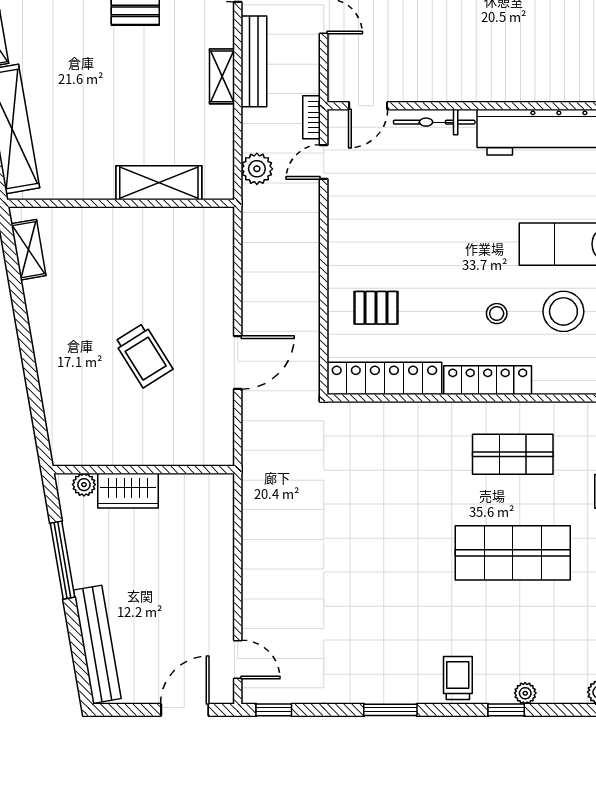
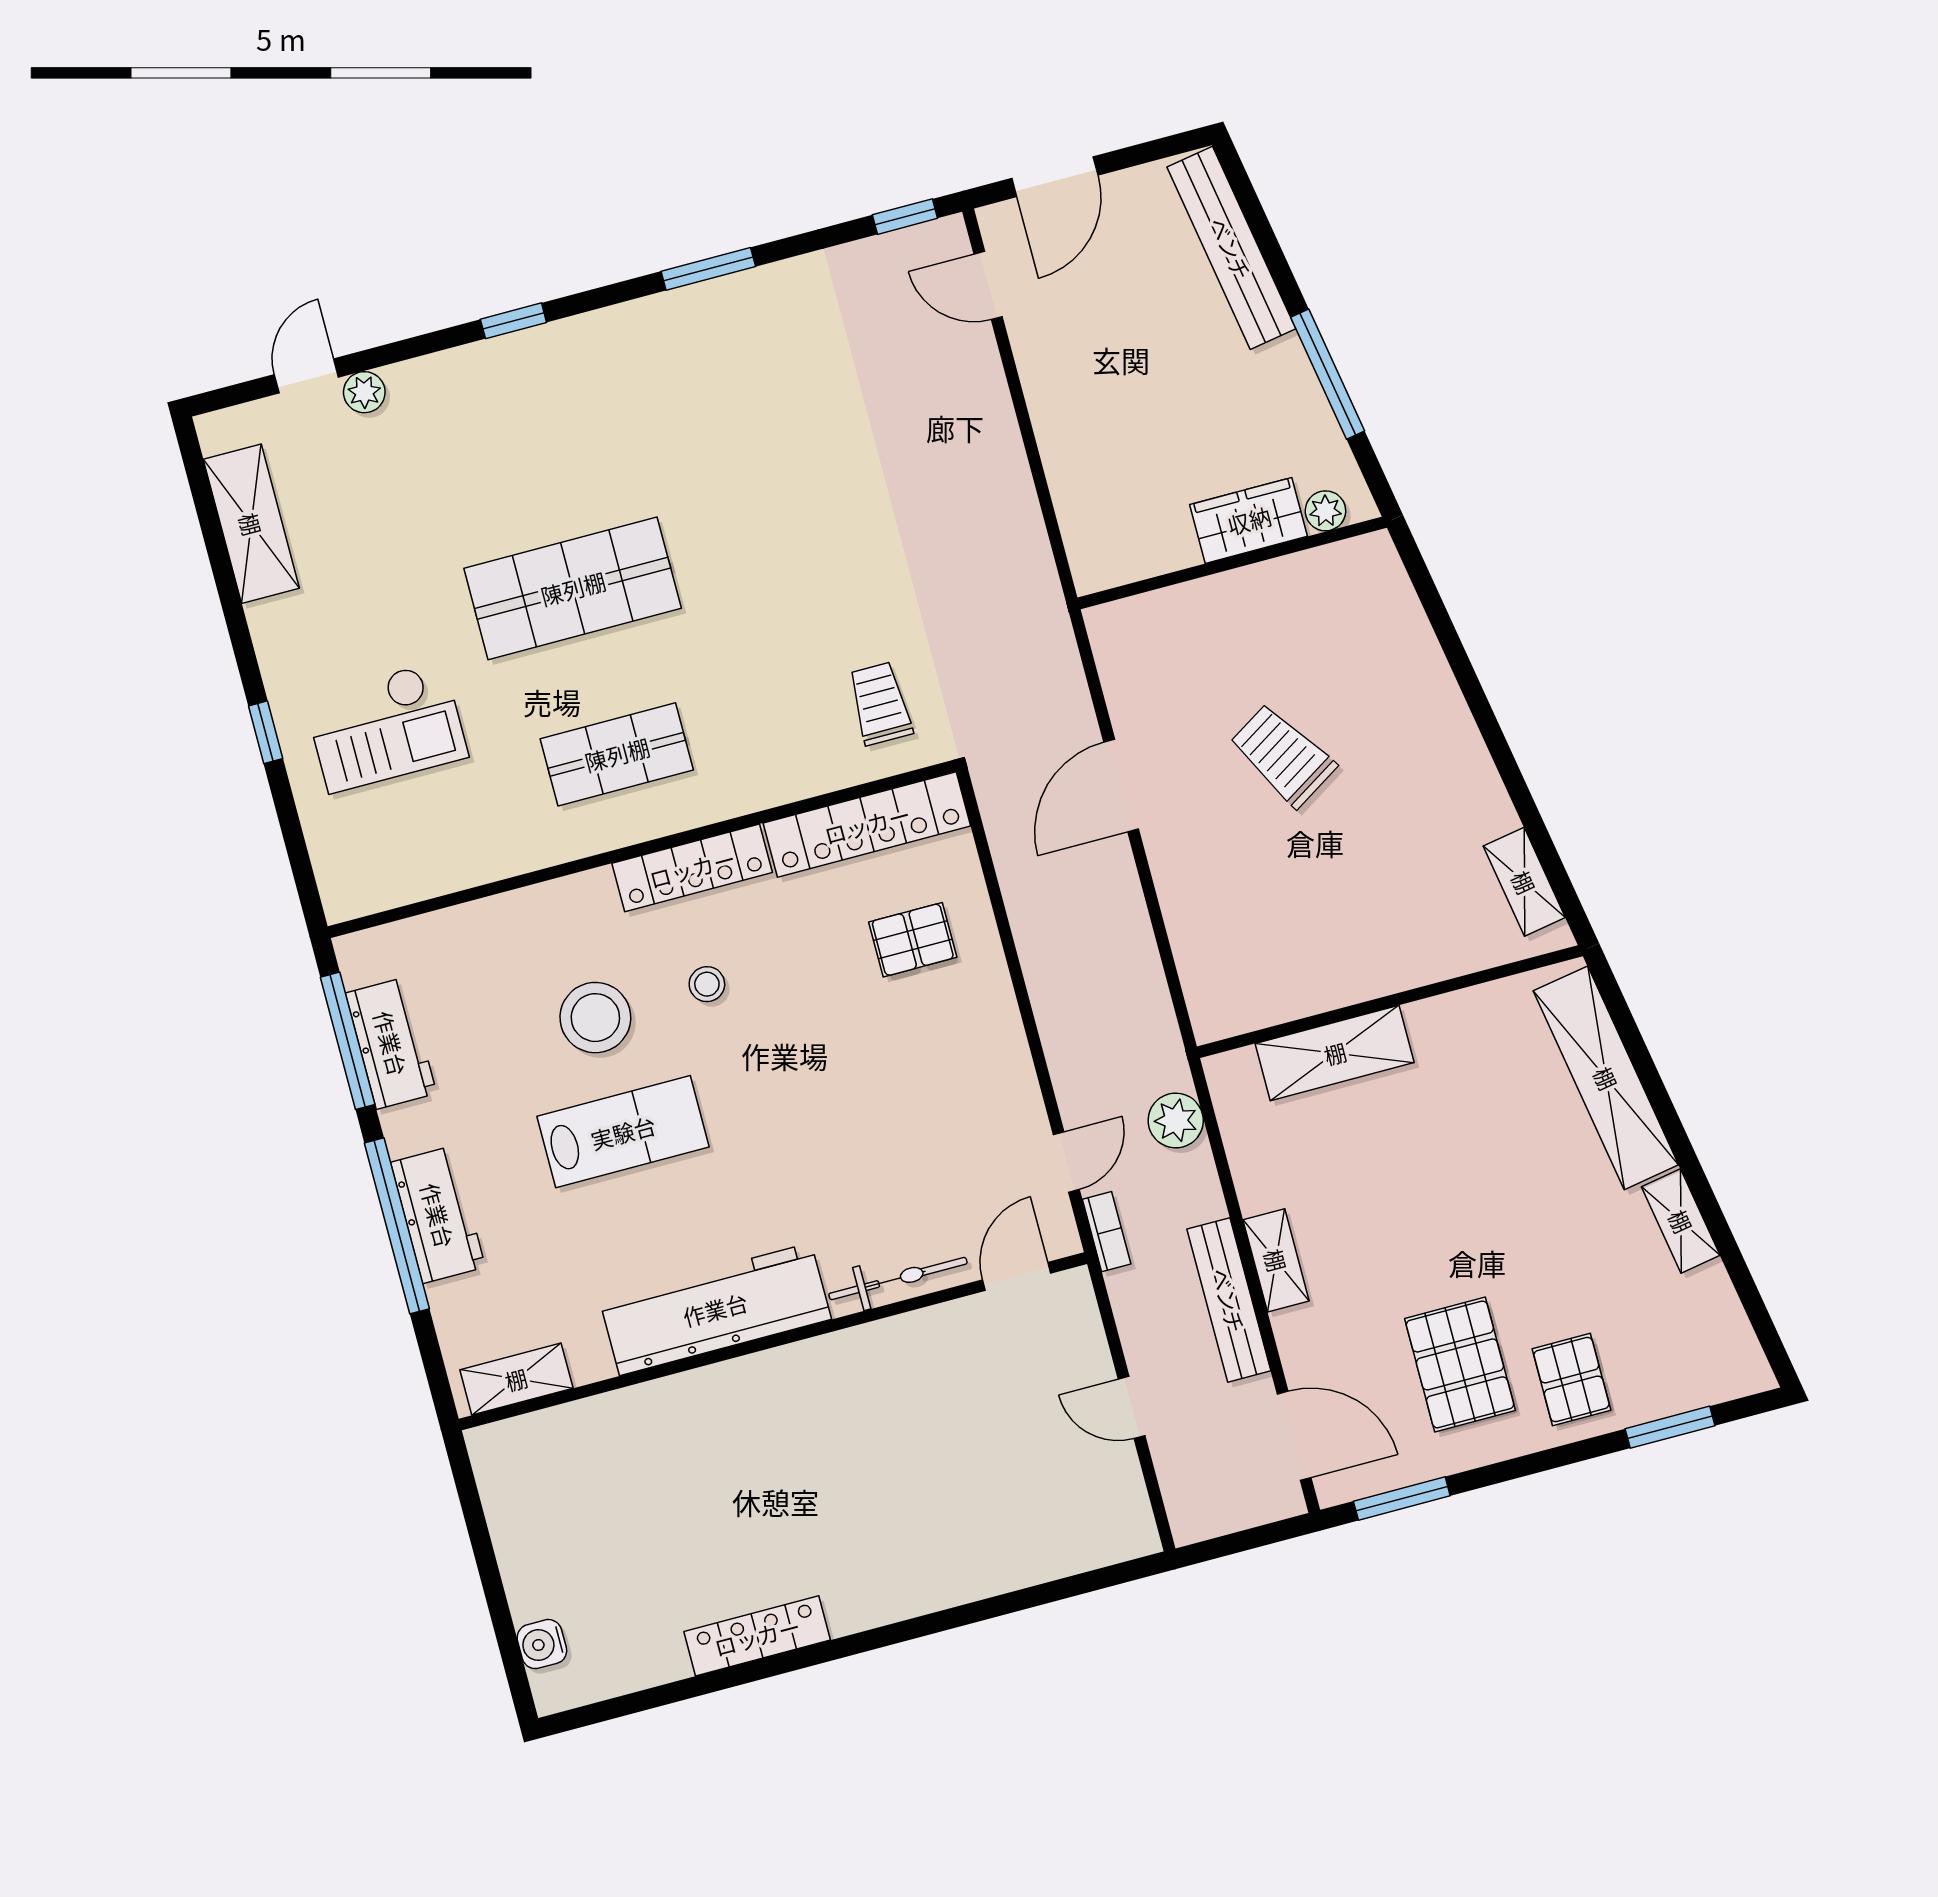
trolley: (458, 678) -> (880, 704), moved, turned 180
plant: (525, 693) -> (489, 357), removed

